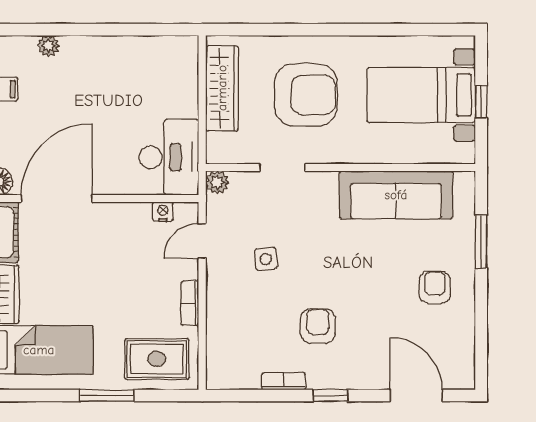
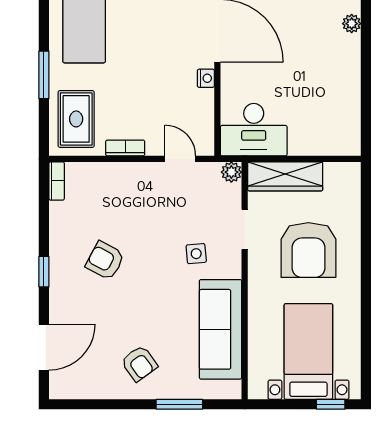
wardrobe: (222, 88) -> (285, 176), moved
window: (481, 102) -> (331, 404), moved
nightstand: (163, 212) -> (206, 78), moved
side table: (266, 259) -> (196, 254), moved
armchair: (435, 287) -> (139, 363), turned 54
armchair: (318, 326) -> (105, 261), turned -152
bookcase: (284, 381) -> (57, 181), moved

